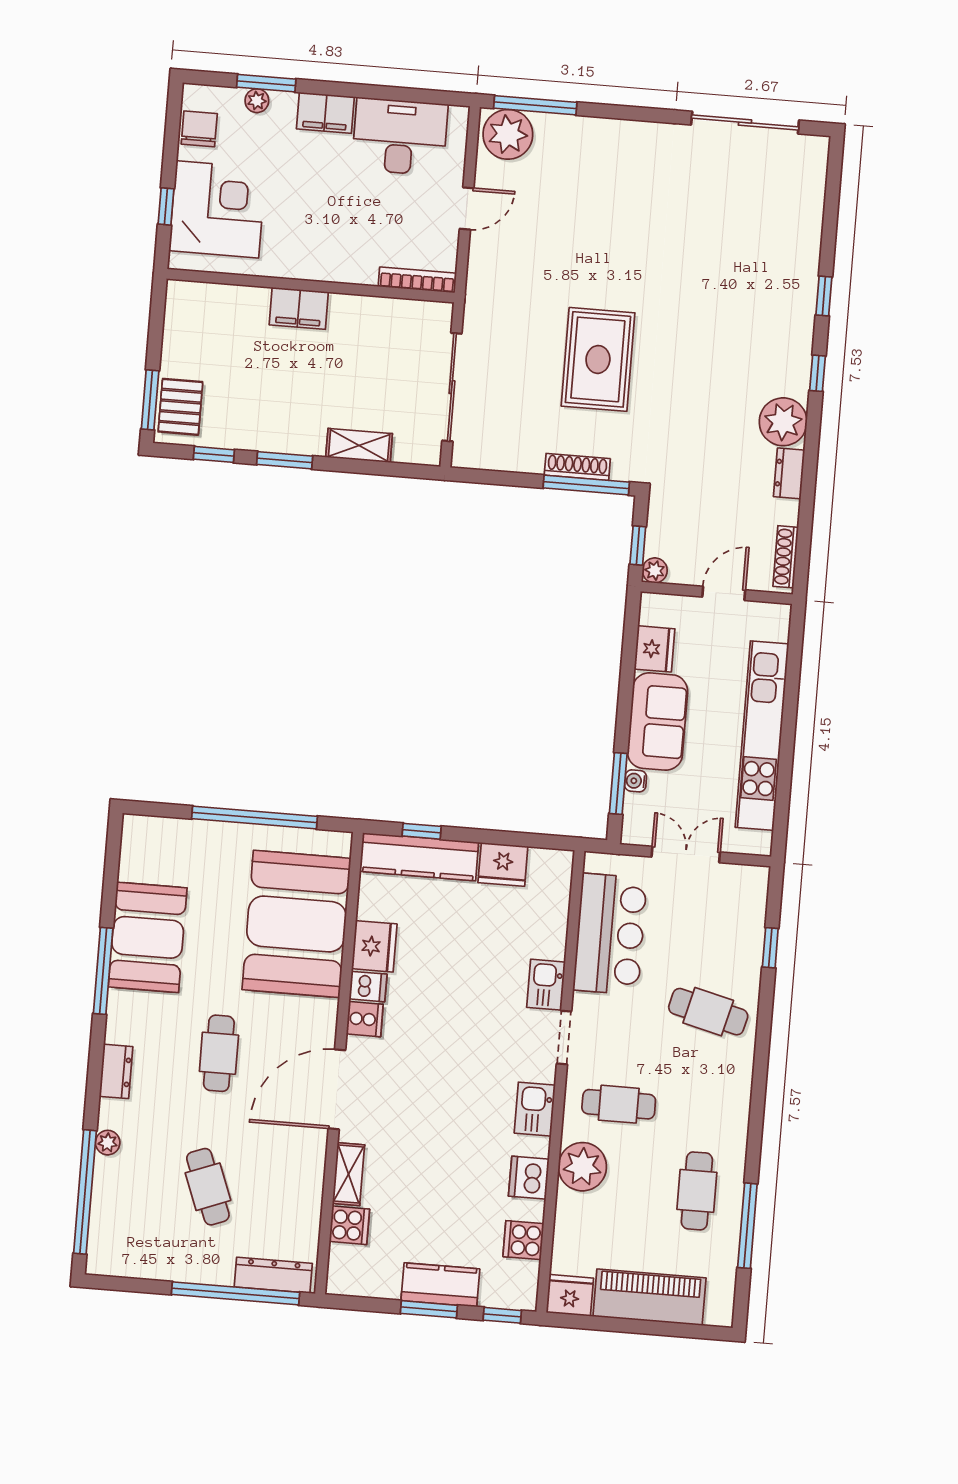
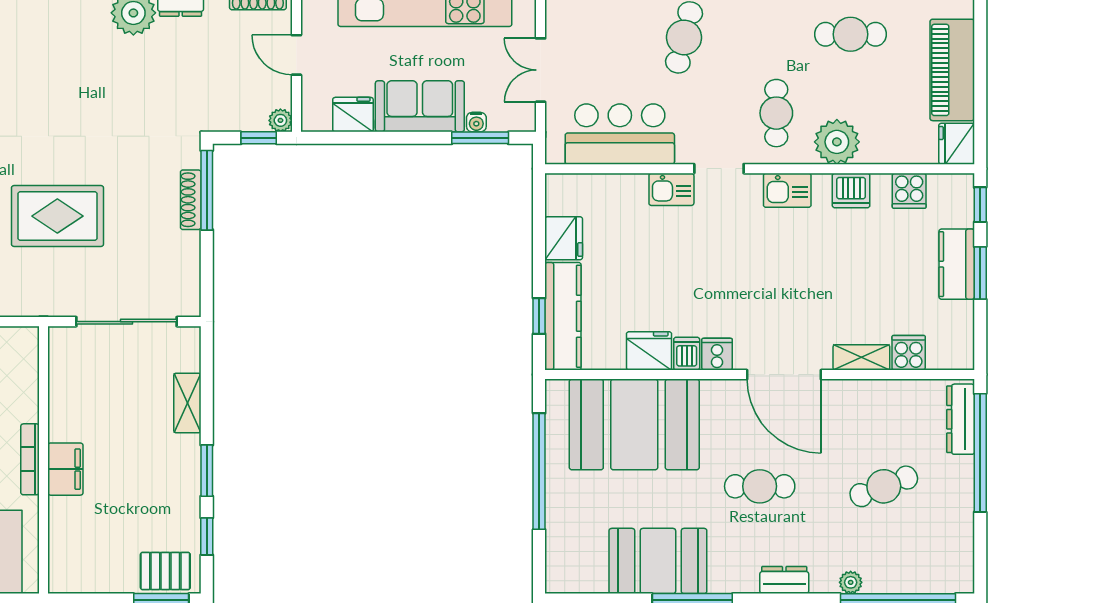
bookcase: (417, 280) -> (30, 459), moved
rug: (598, 359) -> (57, 216), moved

